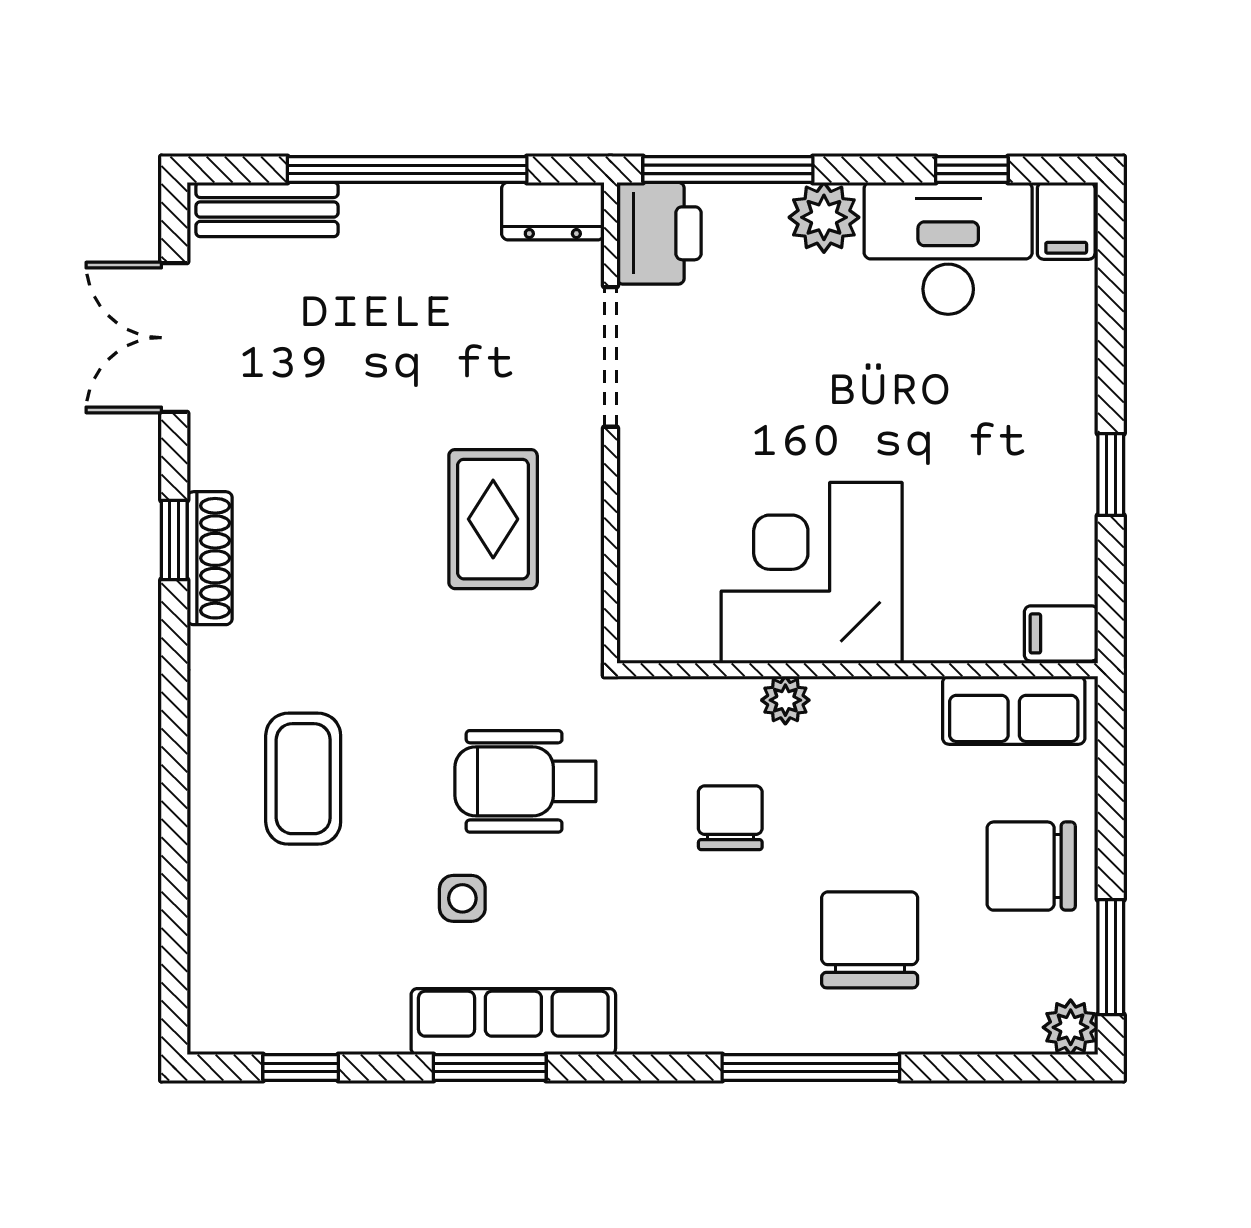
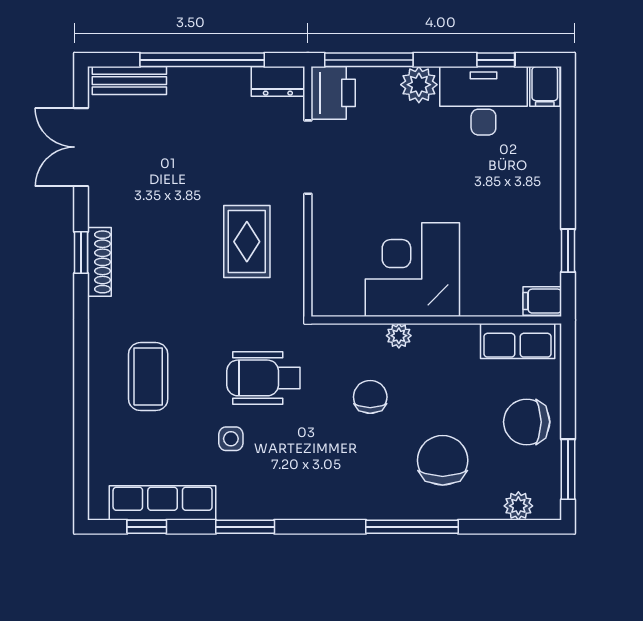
window: (1111, 475) -> (568, 251), moved
row of seats: (513, 1022) -> (163, 503), moved
plant: (1071, 1027) -> (518, 506), moved

